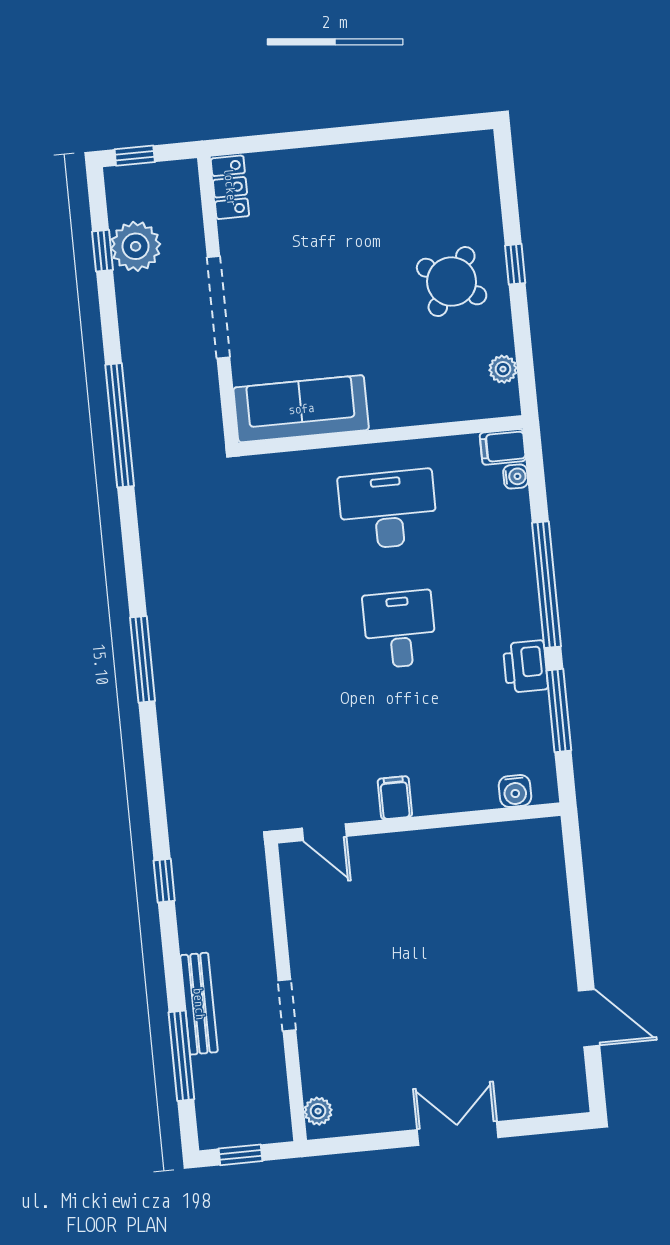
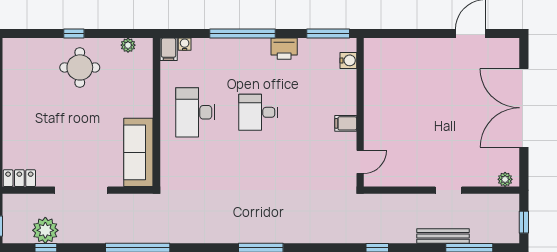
round table: (452, 282) -> (80, 67), turned -34
window: (559, 710) -> (328, 34), moved
double door: (458, 1134) -> (524, 108), width x1.87

